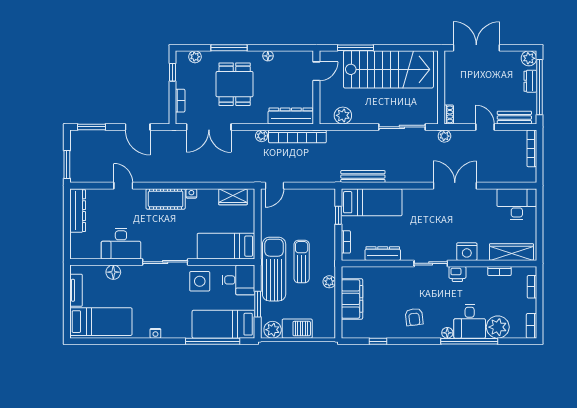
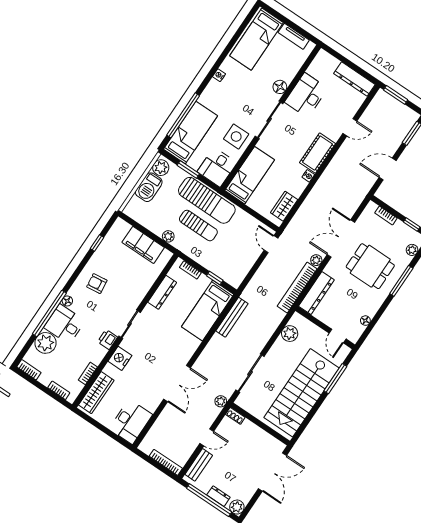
floor lamp: (268, 56) -> (365, 321), moved
double door: (209, 127) -> (341, 238), moved
floor lamp: (113, 272) -> (280, 87), moved

